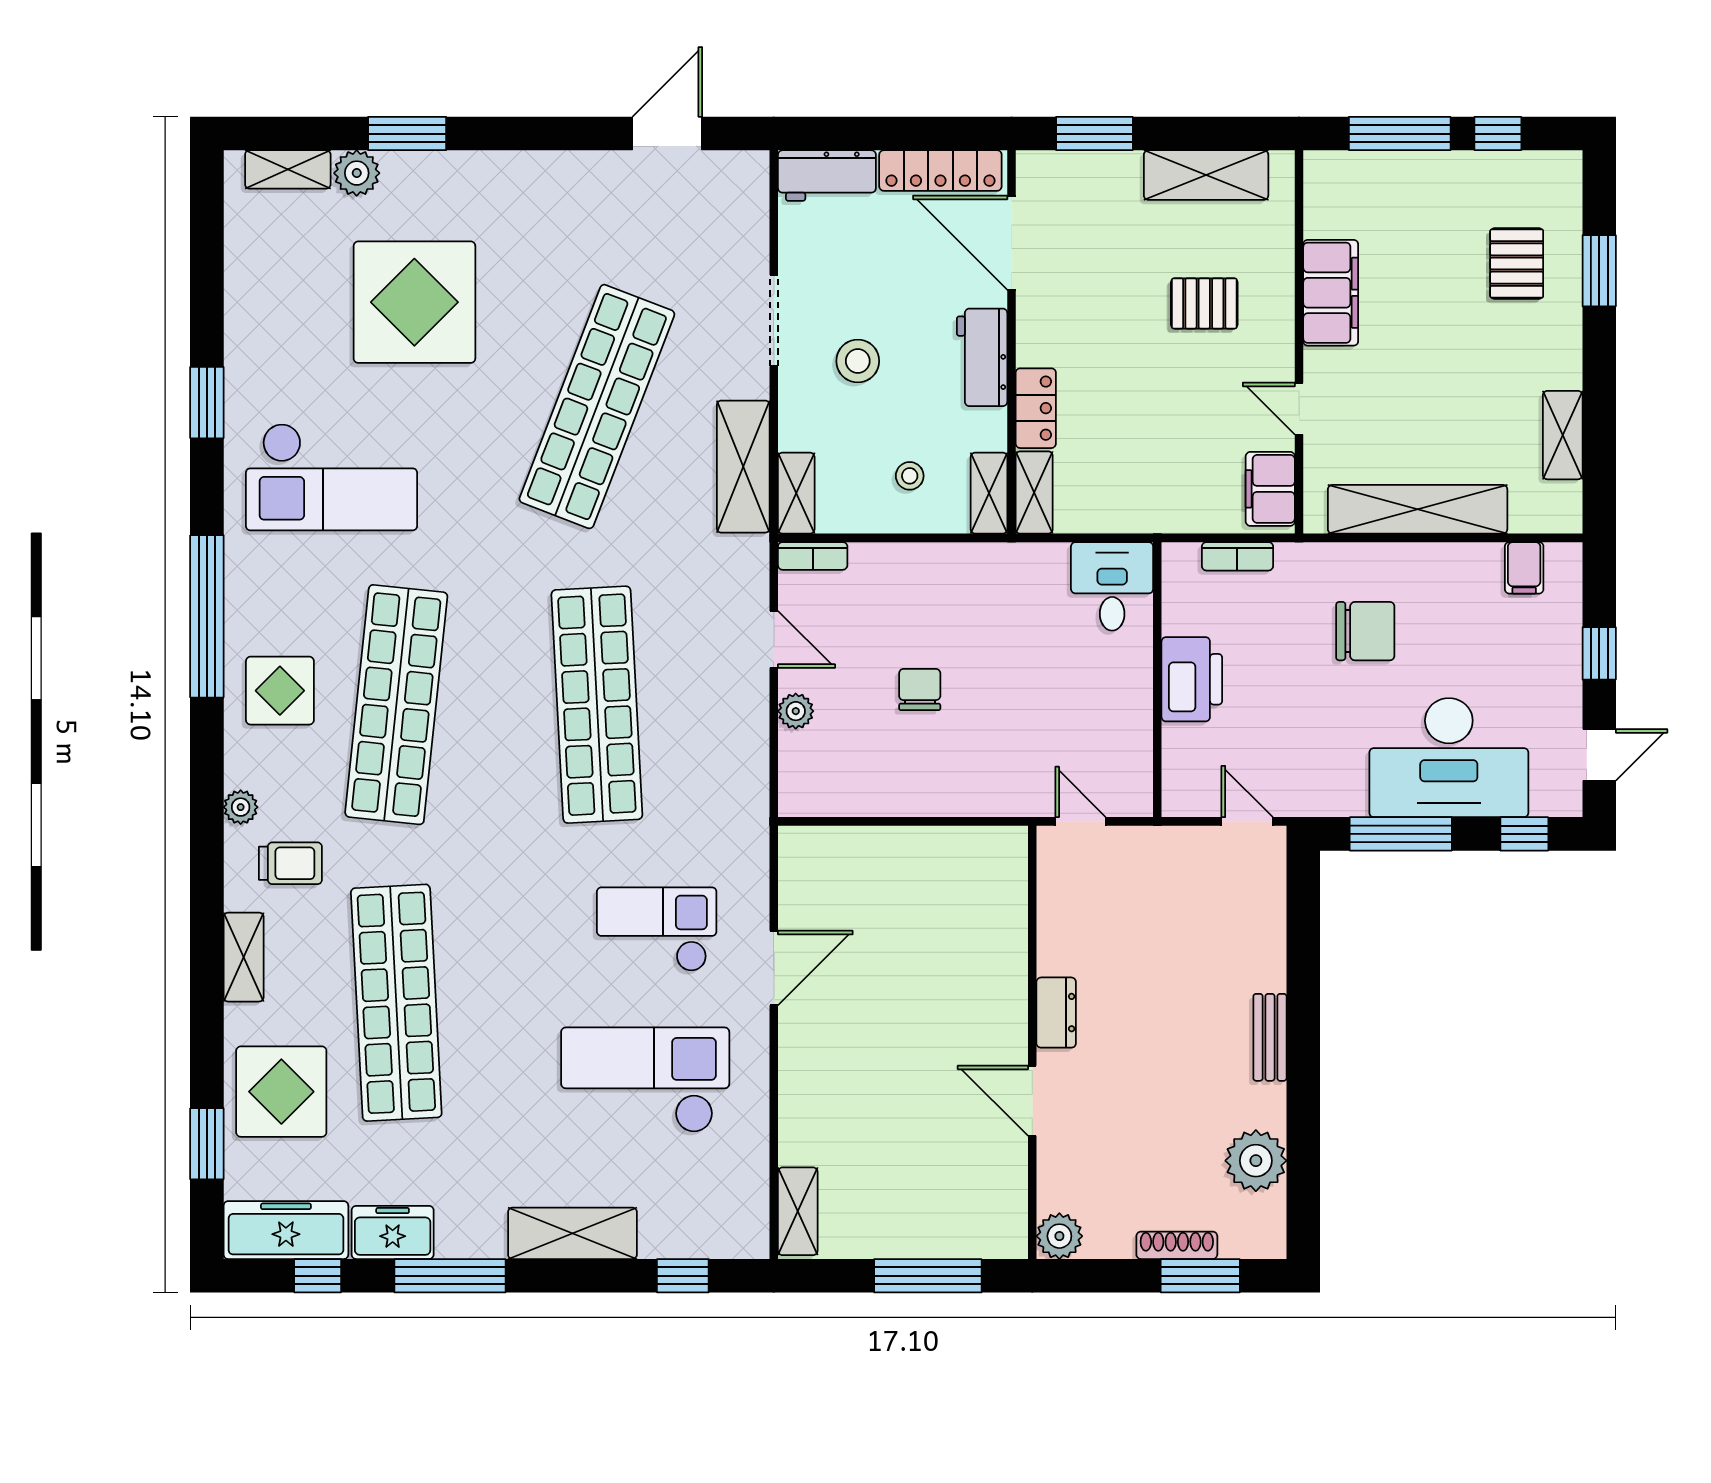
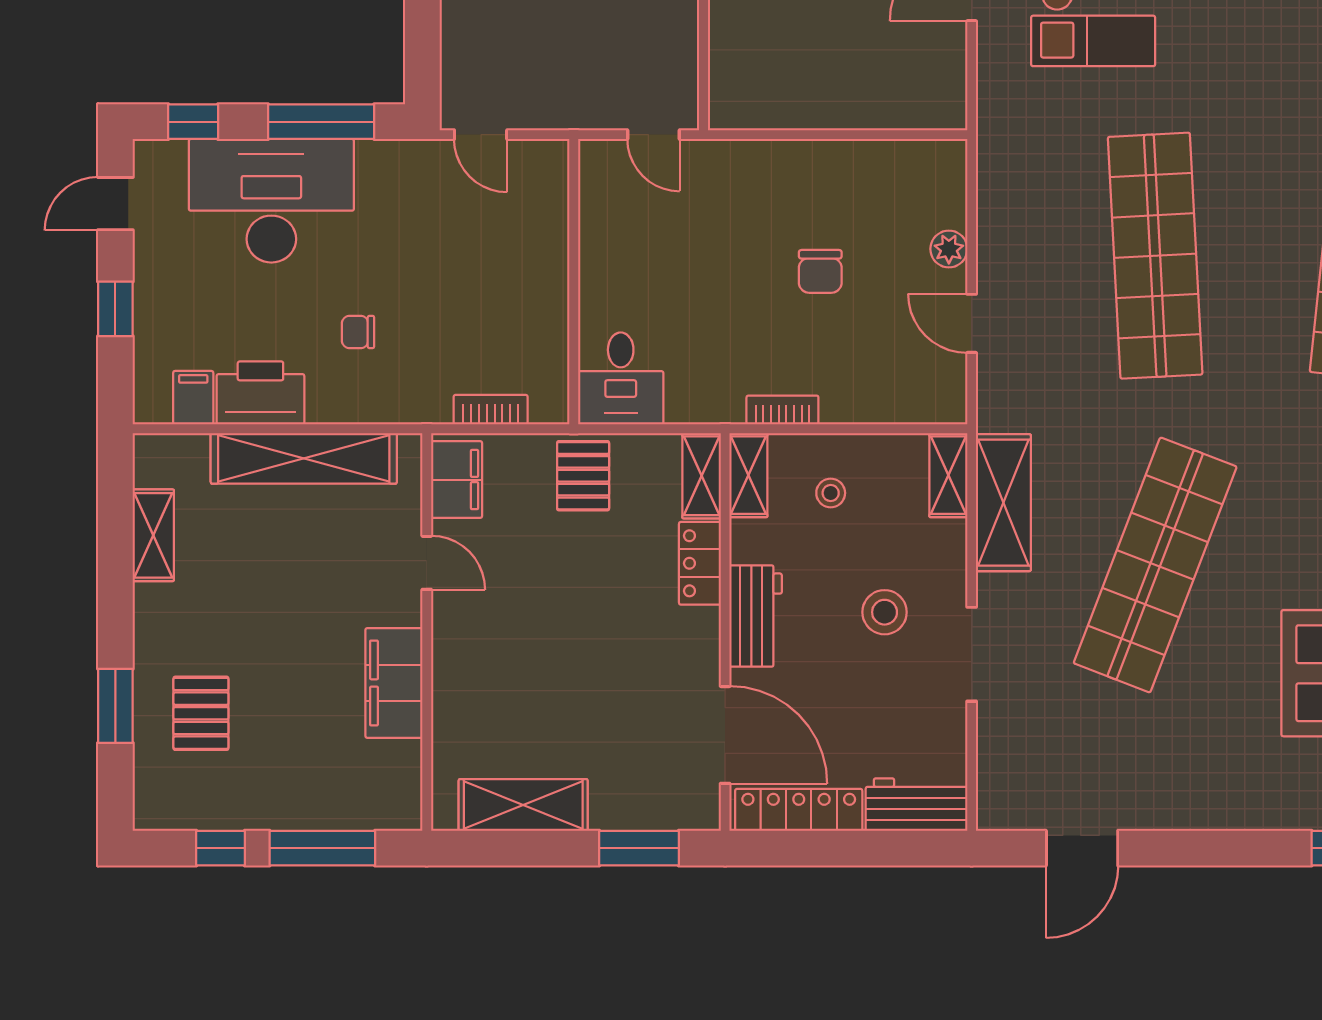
pallet: (1204, 303) -> (583, 476), moved, turned 90
bookcase: (813, 556) -> (782, 410), moved
chair: (1365, 631) -> (358, 332), width x0.54, depth x0.54
printer: (1192, 679) -> (260, 393), moved, turned 90

